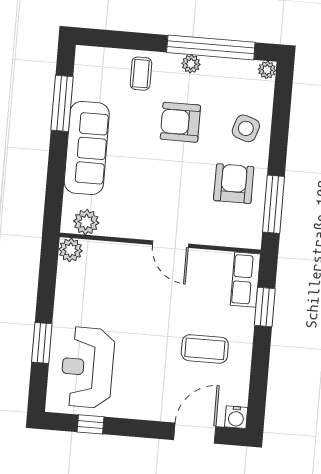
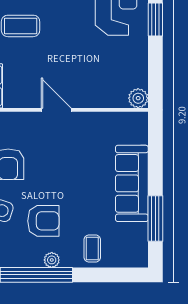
armchair: (180, 122) -> (43, 221), moved
plant: (86, 222) -> (127, 122), removed

